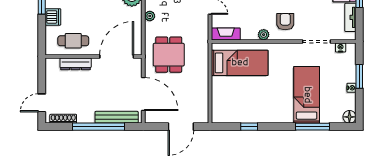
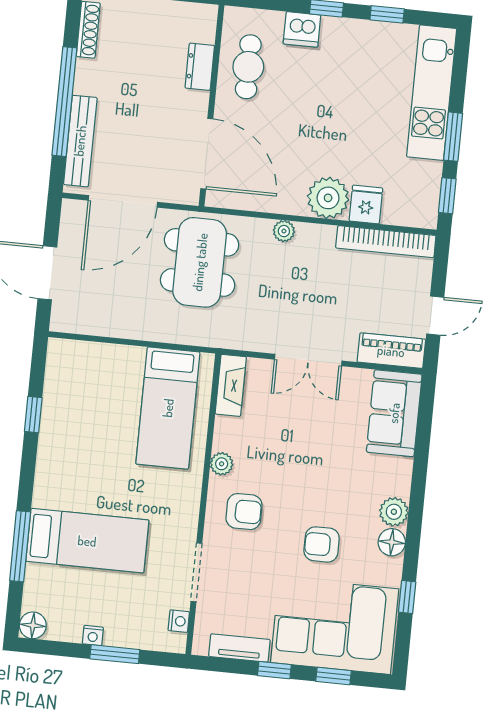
dining table: (169, 55) -> (200, 262), width x1.38
dresser: (76, 64) -> (200, 67), width x0.70

